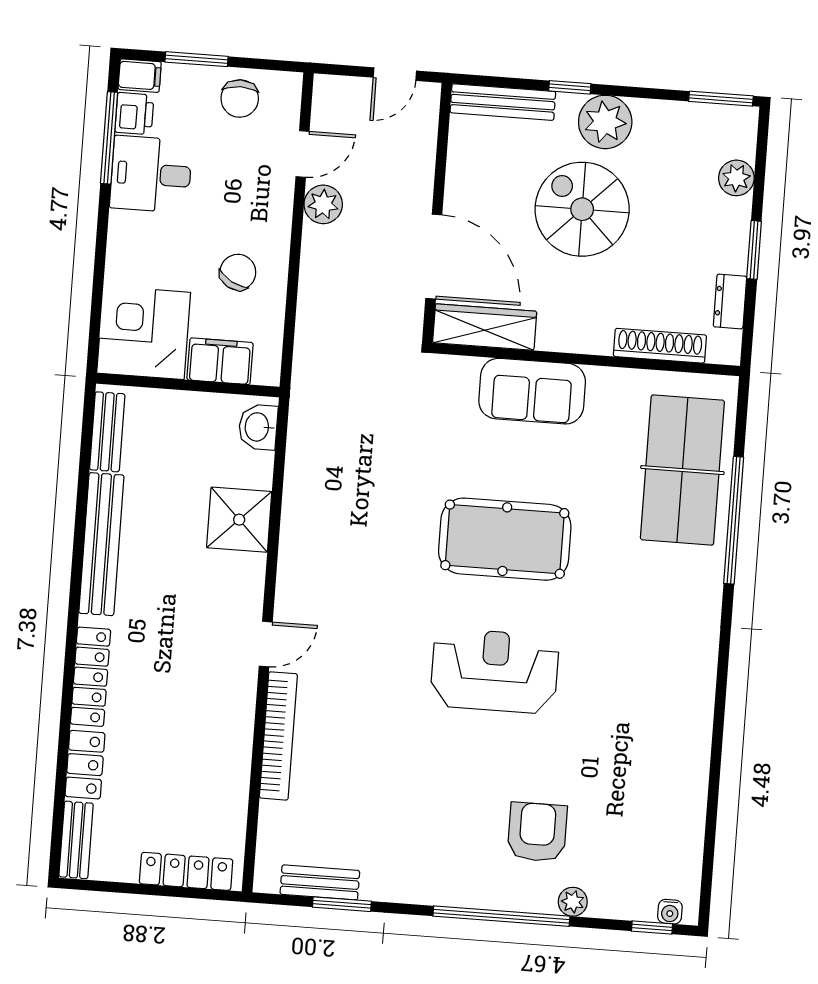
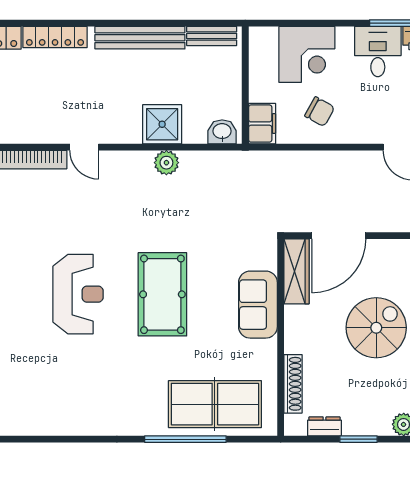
plant: (323, 204) -> (166, 163), moved
corner desk: (144, 333) -> (307, 54), moved, turned 90
filing cabinet: (220, 361) -> (262, 124), moved

